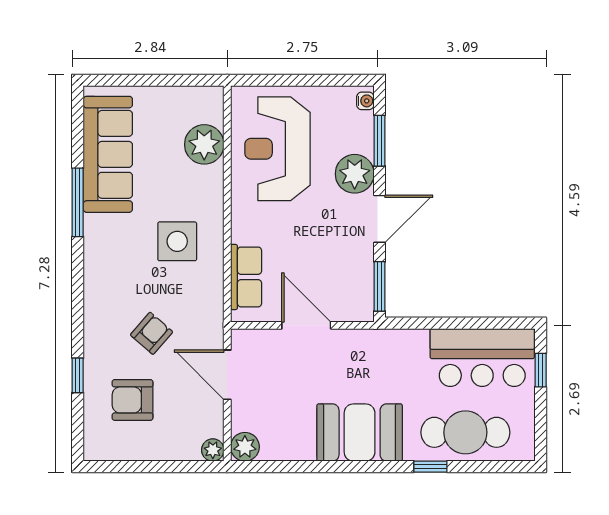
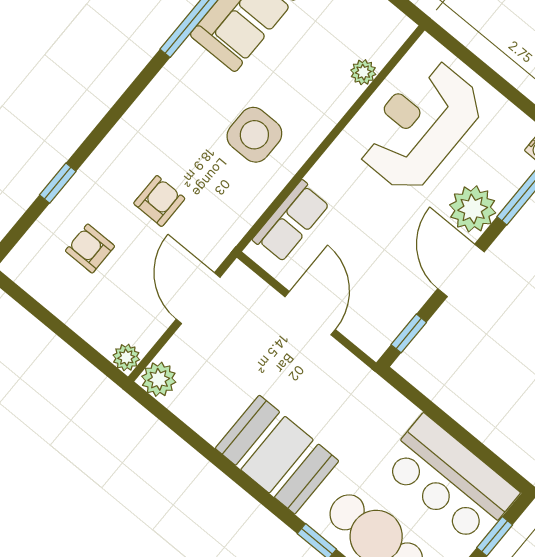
plant: (204, 144) -> (363, 72), width x0.53, depth x0.53
door: (380, 219) -> (461, 270), swing flipped
window: (380, 286) -> (409, 333), width x0.67
armchair: (152, 333) -> (159, 201), turned -41
armchair: (133, 400) -> (90, 249), width x0.72, depth x0.72

